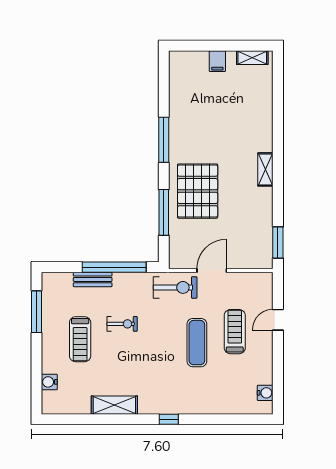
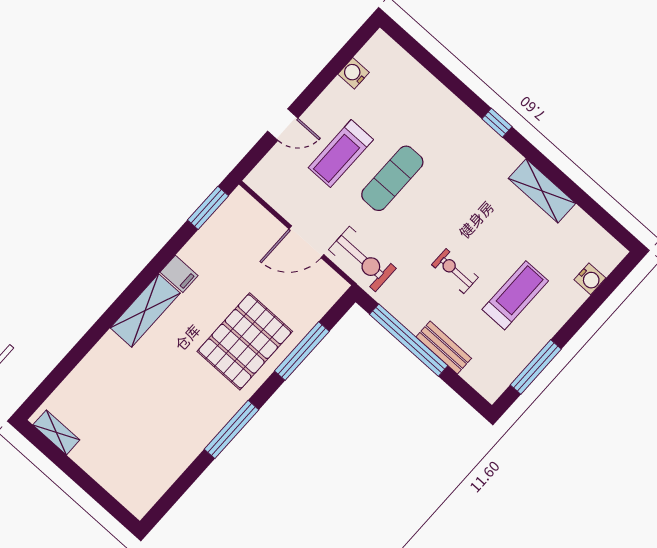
filing cabinet: (217, 61) -> (179, 274), moved, turned 90
shelving: (265, 169) -> (145, 310), width x1.50, depth x1.33
exercise bike: (175, 287) -> (362, 259), turned 180
water cooler: (265, 393) -> (354, 73), moved

